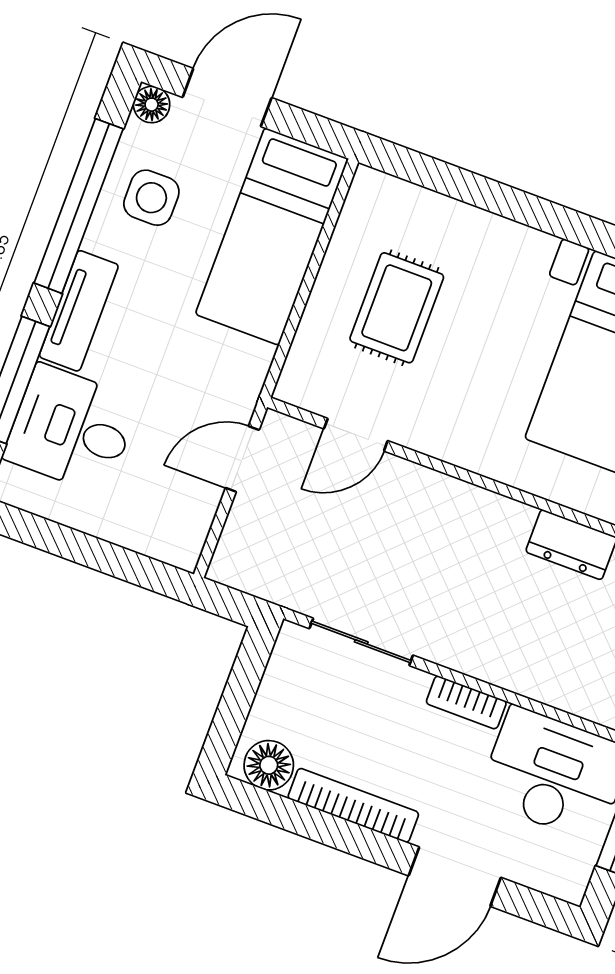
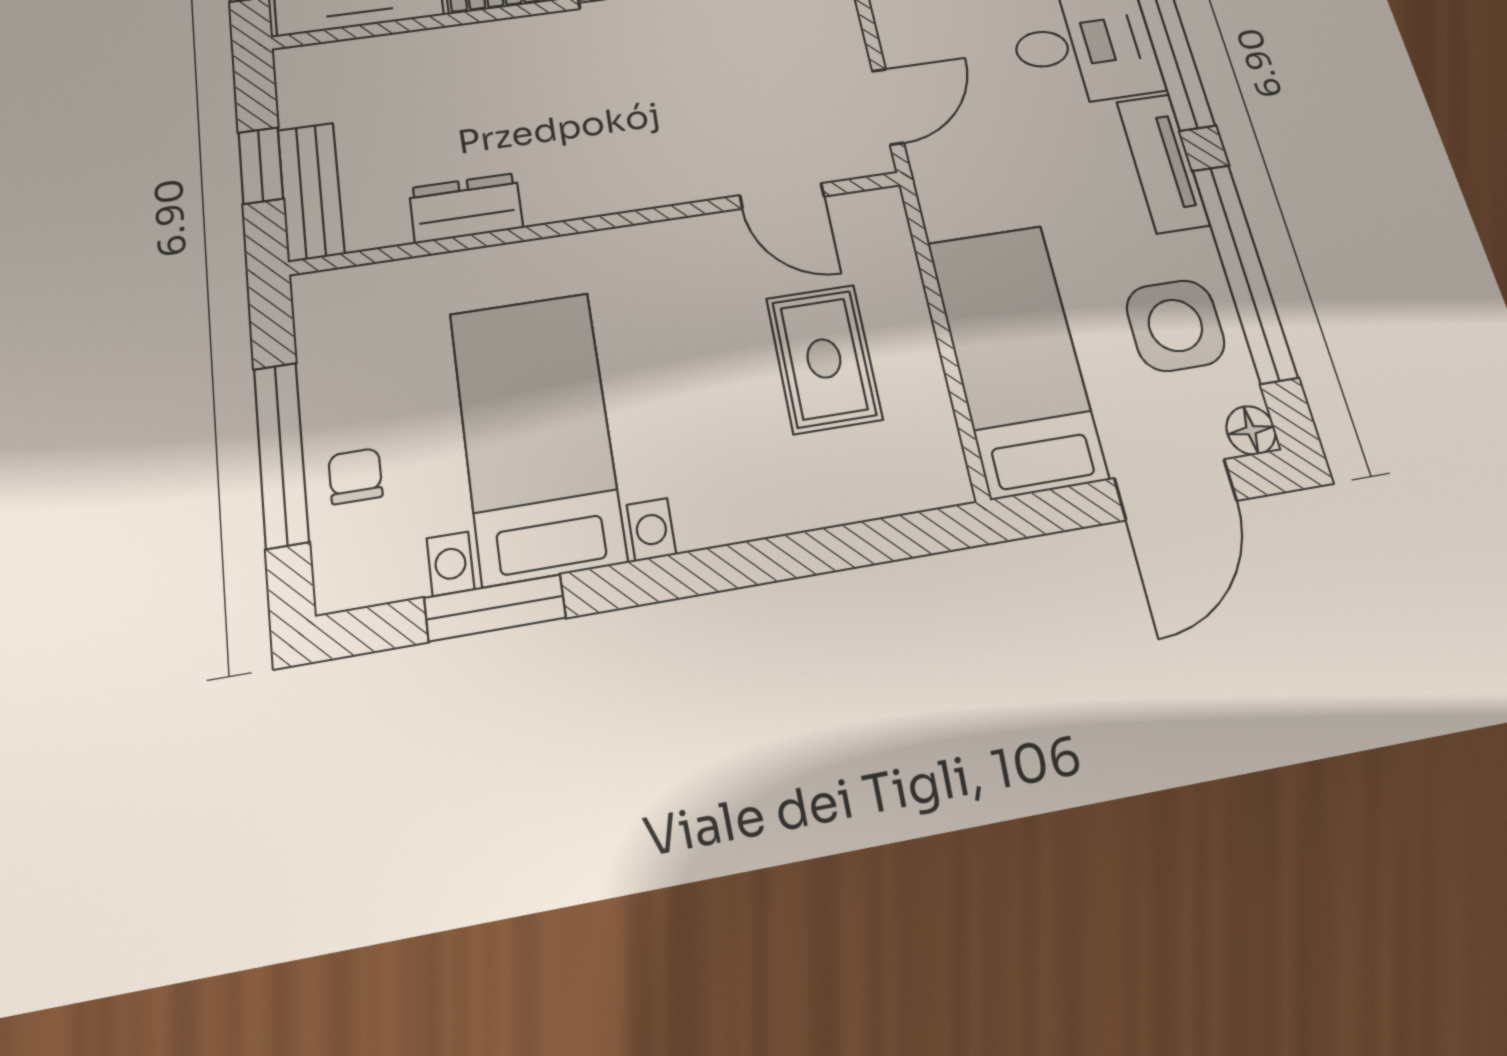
side table: (151, 198) -> (1175, 325), width x1.37, depth x1.37
door: (356, 435) -> (782, 196), swing flipped

